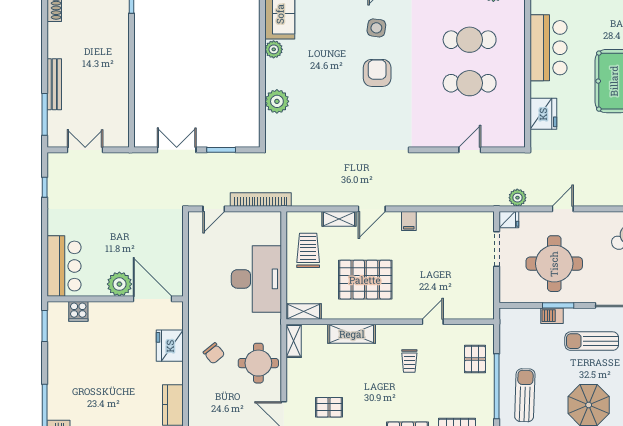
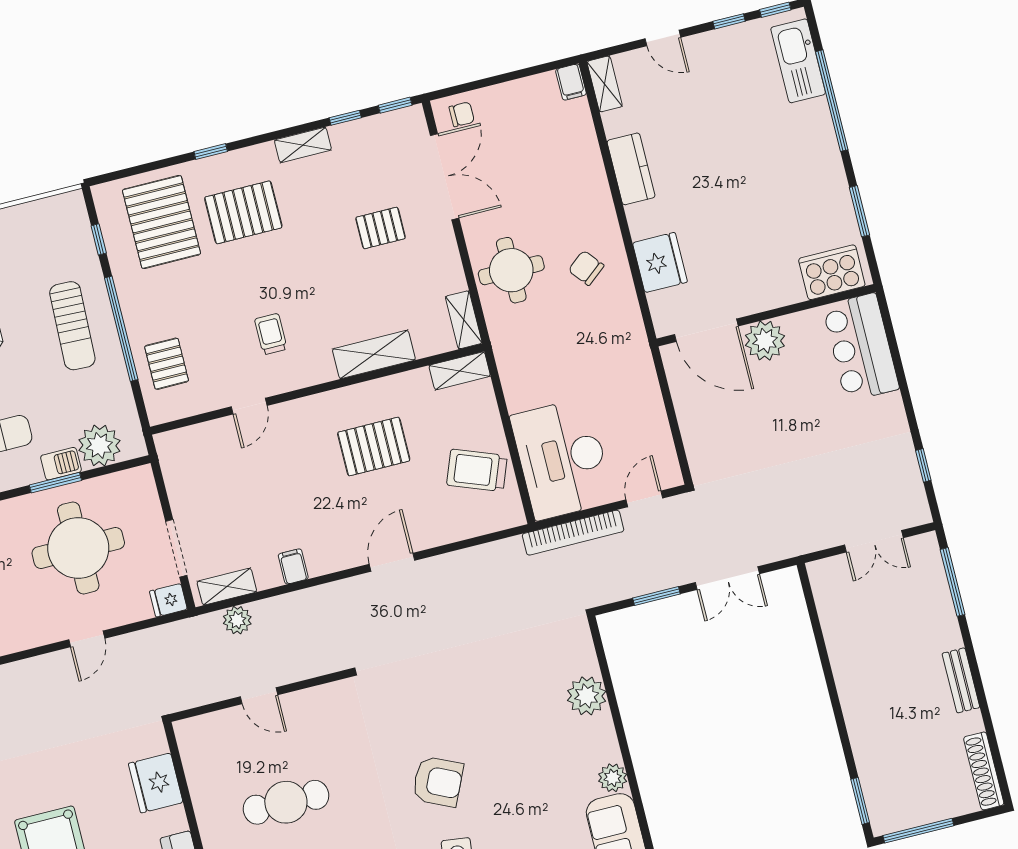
armchair: (377, 73) -> (438, 782), turned -65
bench: (54, 84) -> (961, 680), moved, width x0.73
door: (470, 150) -> (259, 696), hinge flipped
plant: (517, 198) -> (237, 620), moved
shelving: (339, 219) -> (227, 587), moved
filing cabinet: (409, 221) -> (293, 566), moved
trolley: (308, 250) -> (477, 470), turned 111
desk: (256, 279) -> (562, 459), moved
pallet: (365, 280) -> (374, 447), width x0.73, depth x0.71
cooker: (78, 311) -> (832, 272), width x1.87, depth x1.31
plant: (527, 321) -> (99, 445), added
window: (45, 326) -> (859, 211), moved

